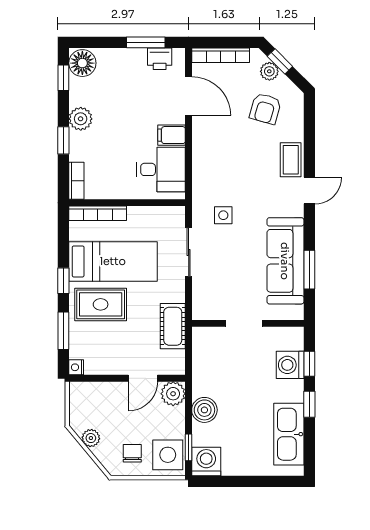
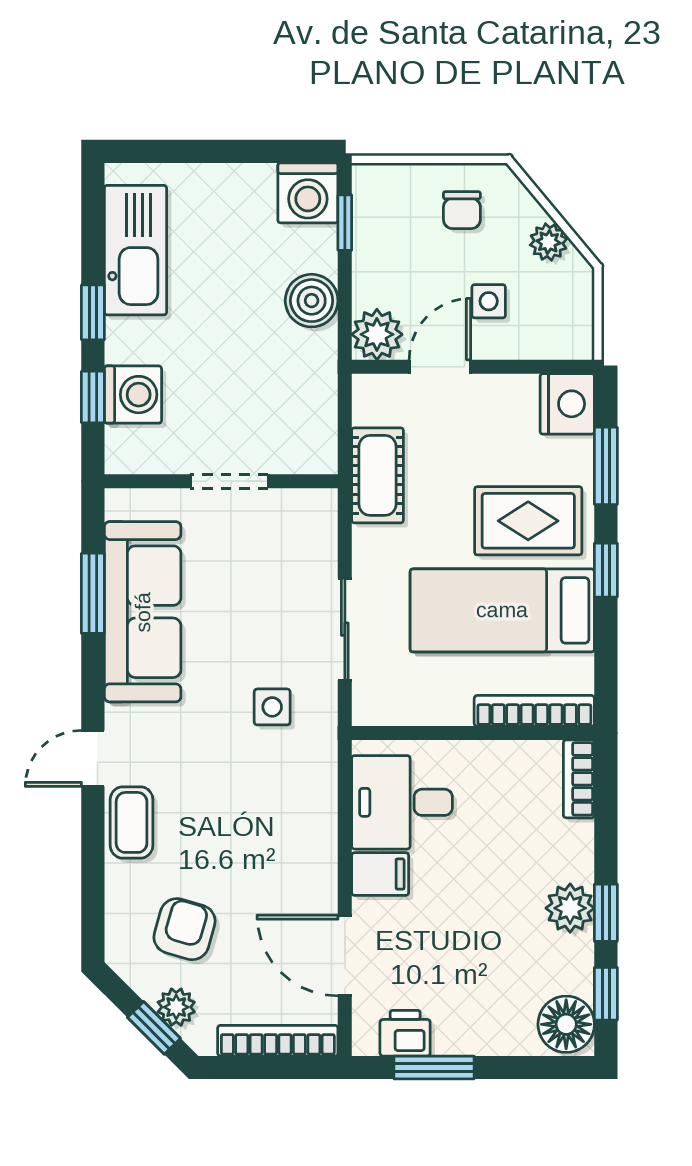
window: (63, 140) -> (606, 913), moved
nightstand: (76, 367) -> (567, 404), width x1.89, depth x1.79
side table: (168, 455) -> (489, 301), moved, width x0.54, depth x0.54

